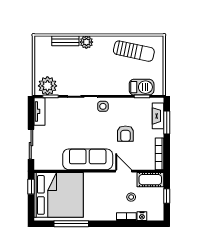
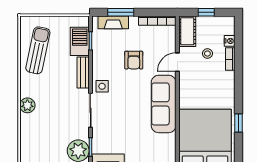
bench: (65, 41) -> (83, 72), moved
armchair: (125, 134) -> (134, 60), turned 90
window: (71, 224) -> (238, 123), width x0.46

